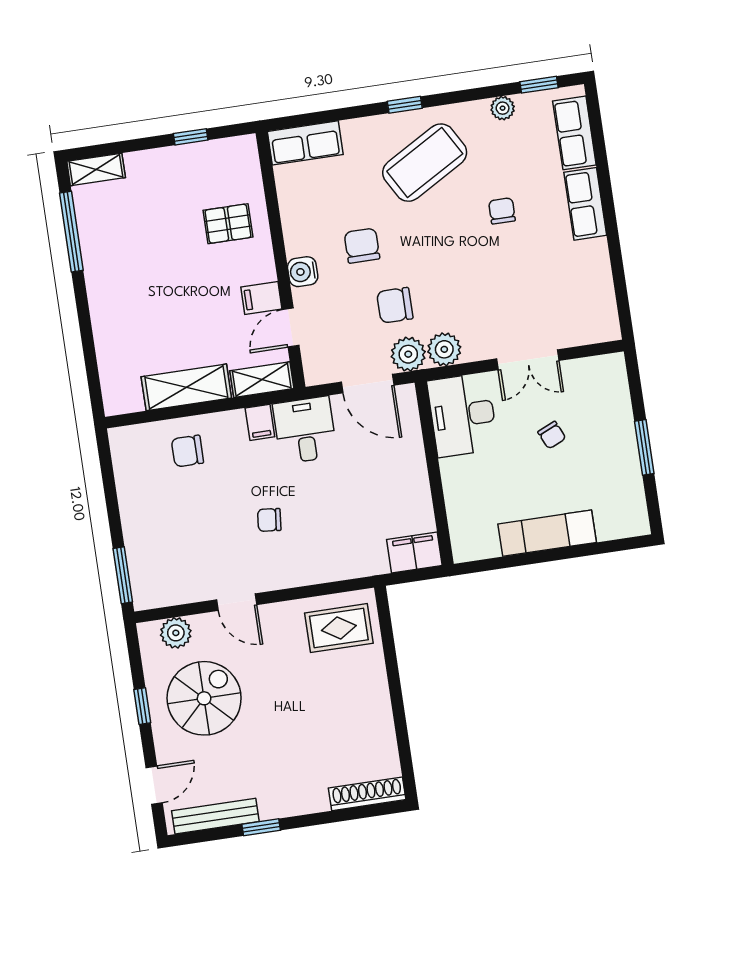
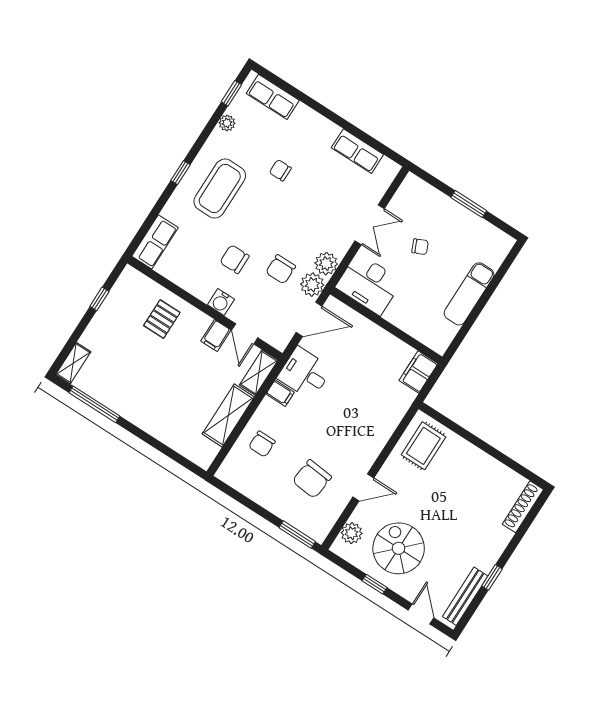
coffee table: (425, 163) -> (220, 189), turned 30
row of seats: (585, 204) -> (357, 151), moved
chair: (269, 520) -> (312, 479), moved, width x1.87, depth x1.87

